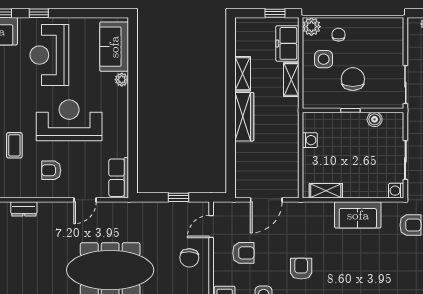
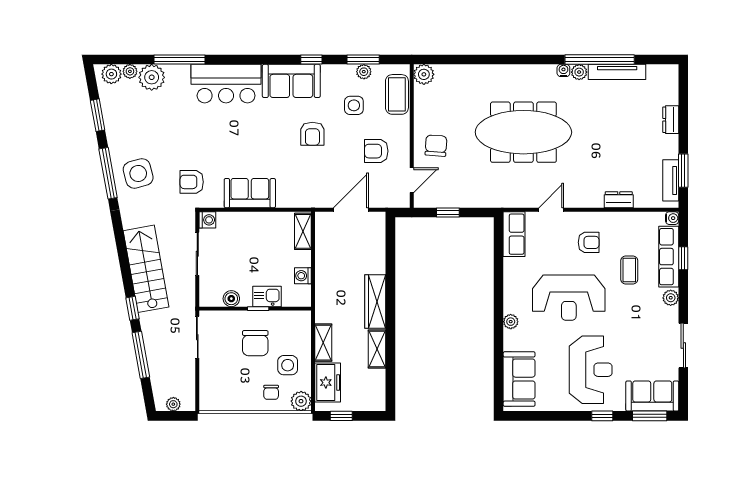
plant: (122, 80) -> (511, 322), moved
kitchen sink: (342, 121) -> (267, 296), added
shelving: (326, 191) -> (303, 231), moved, turned 90

